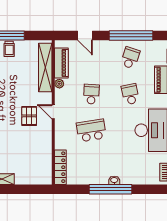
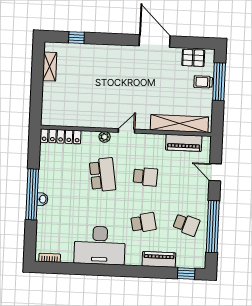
door: (85, 35) -> (215, 172), hinge flipped
plant: (59, 84) -> (105, 137), moved
pallet: (29, 116) -> (123, 102), removed

